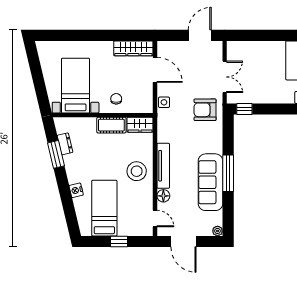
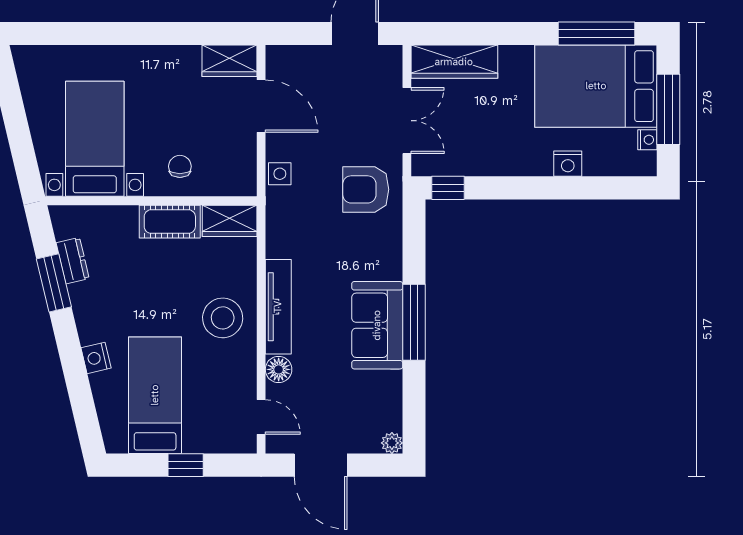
wardrobe: (133, 48) -> (229, 61), width x0.67
wardrobe: (247, 49) -> (454, 62), added
sofa: (210, 182) -> (377, 325), width x0.73

